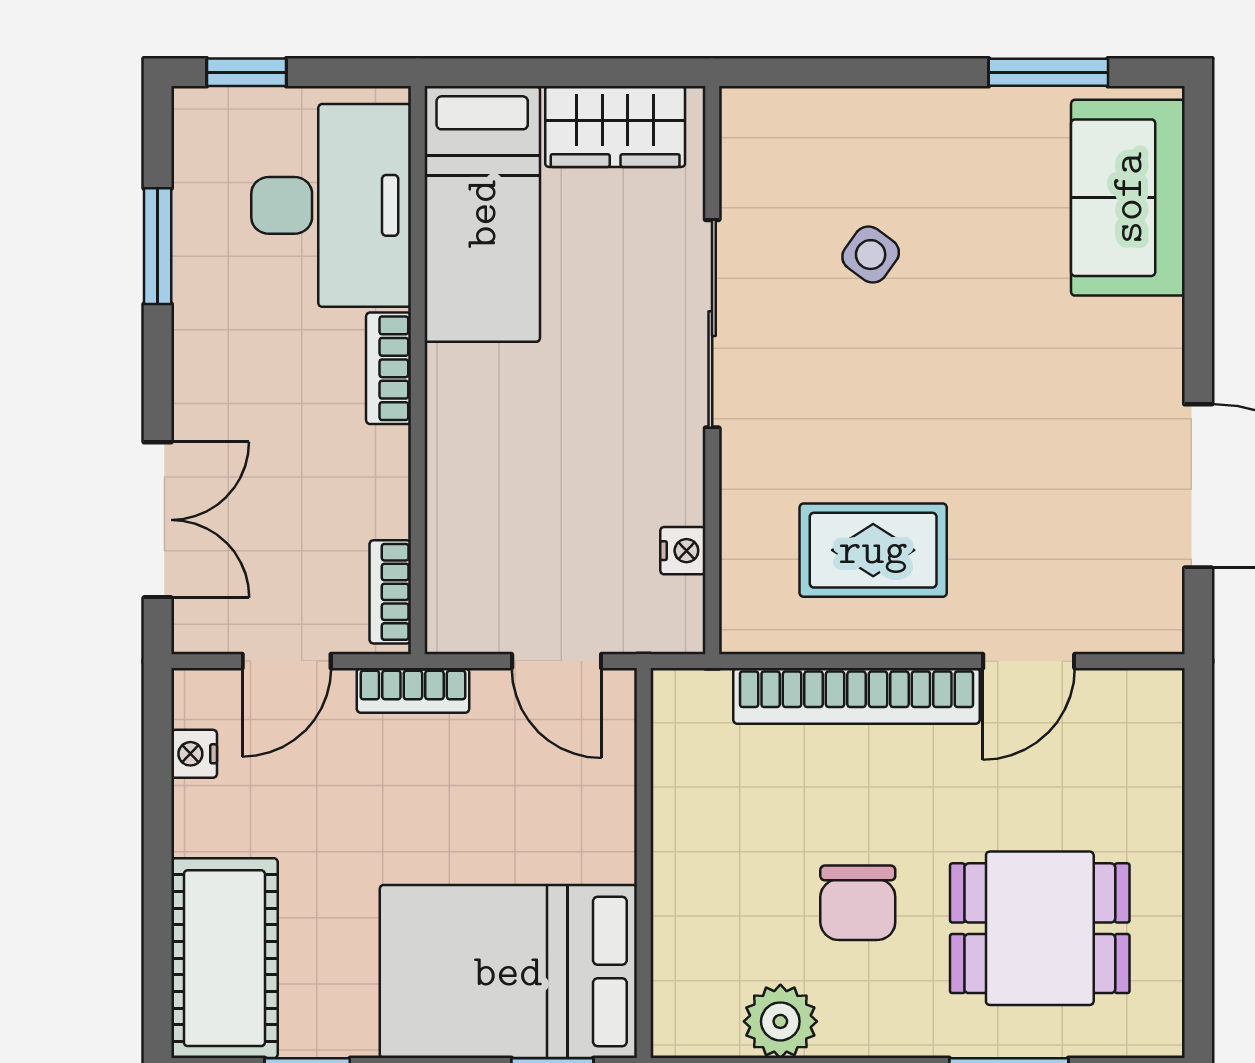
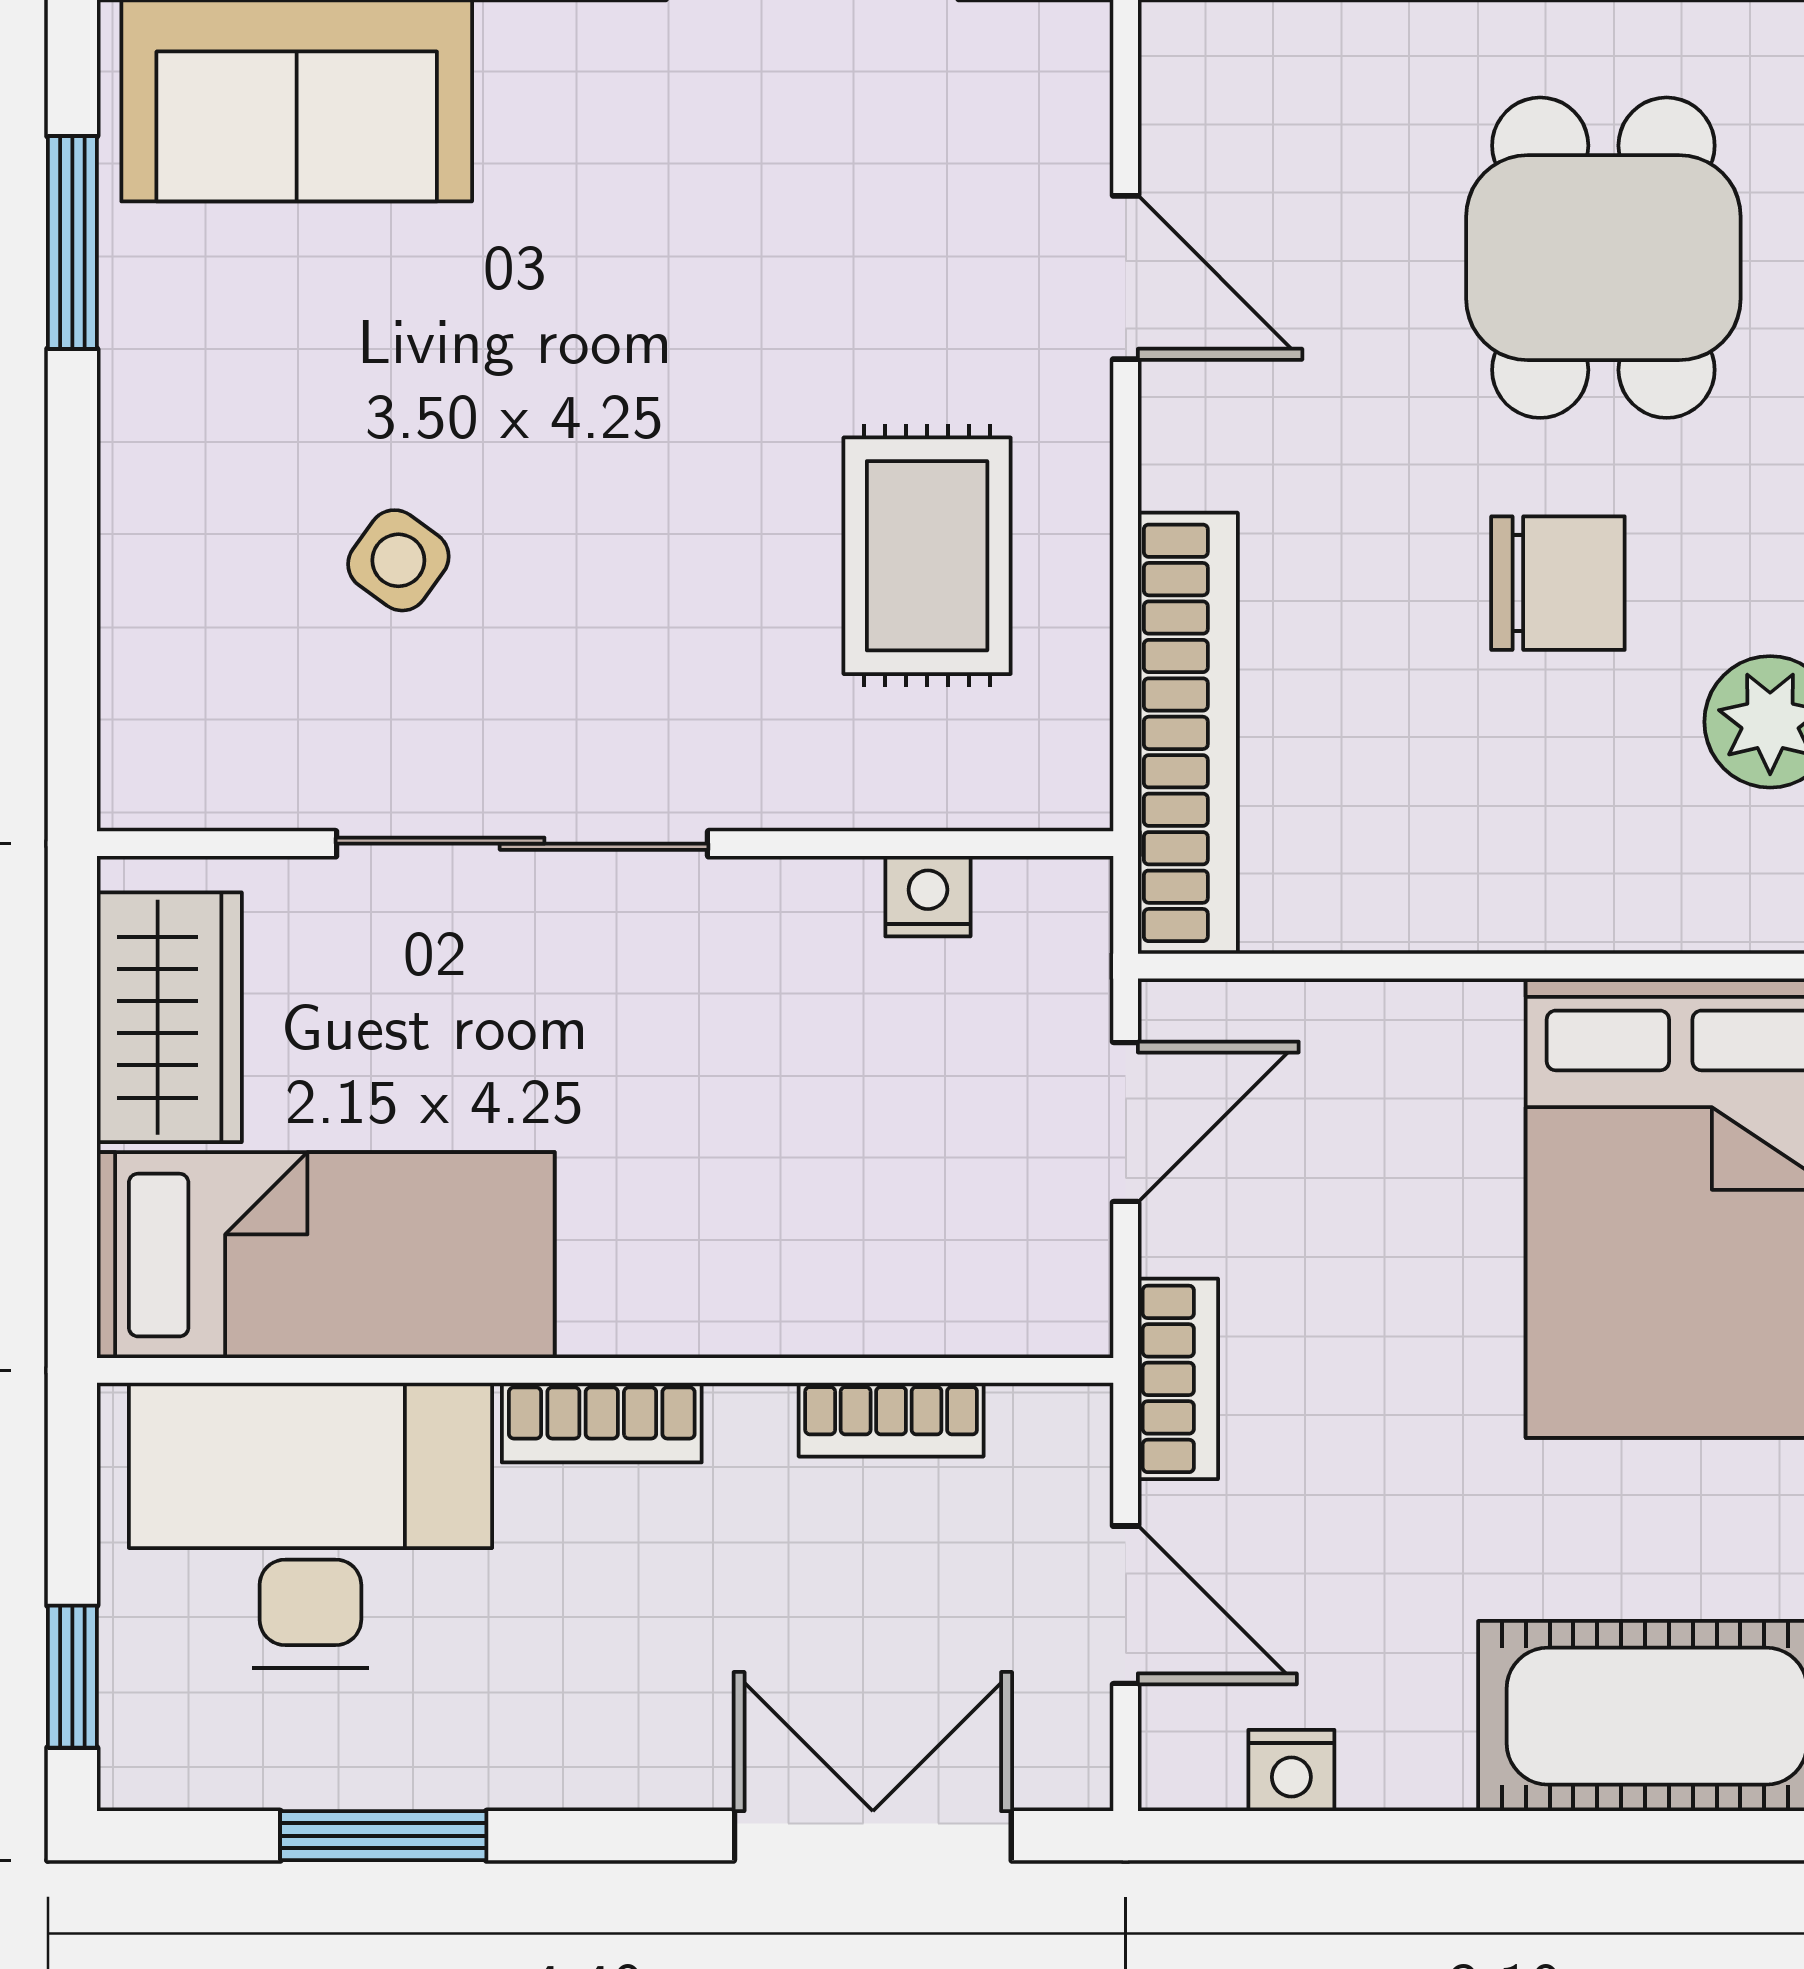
bookcase: (390, 592) -> (891, 1420), moved
bookcase: (856, 696) -> (1188, 733), moved

